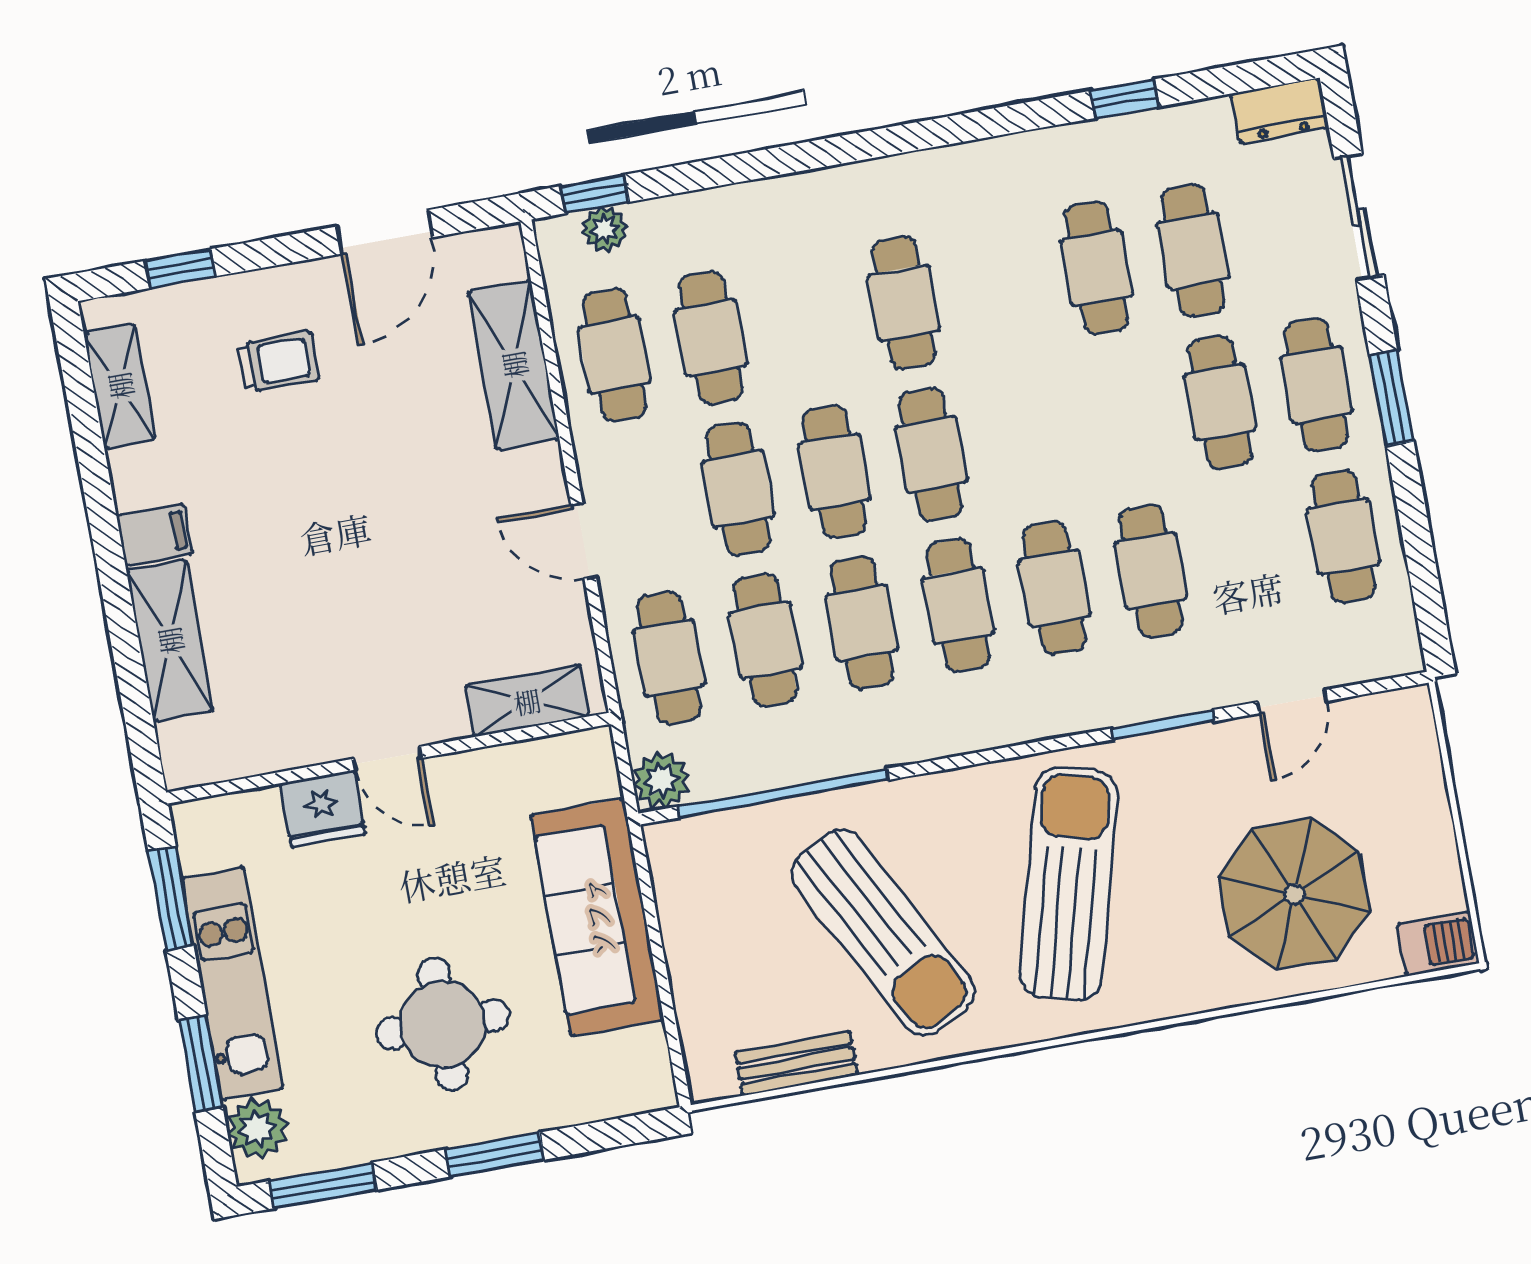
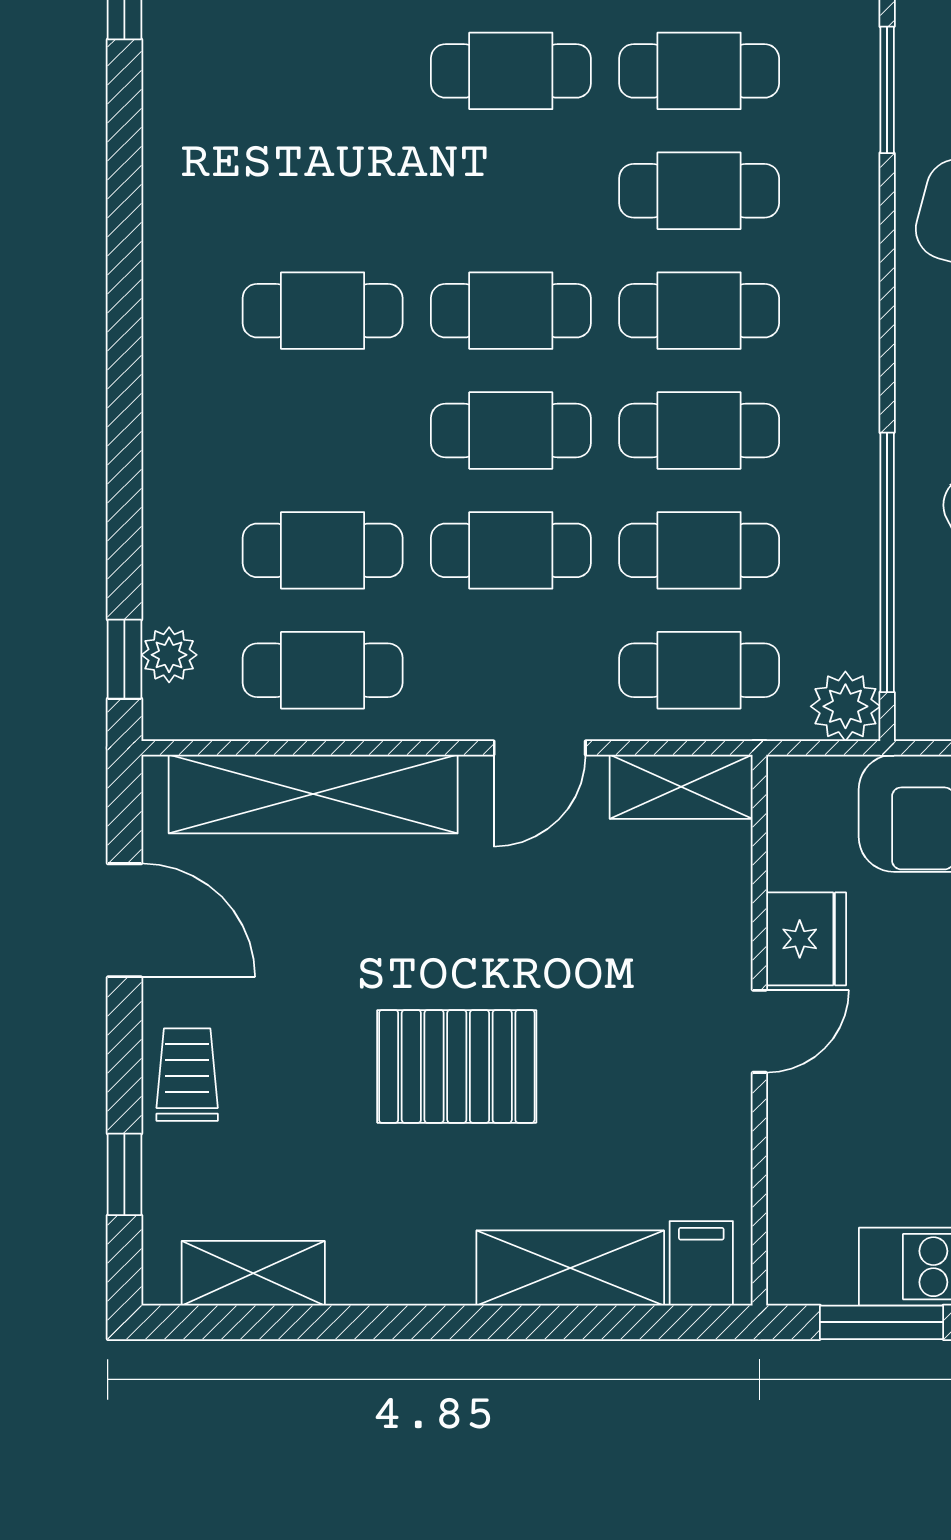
cafe table: (1096, 268) -> (511, 71), moved
trolley: (278, 362) -> (187, 1075), moved
shelving: (514, 365) -> (313, 794), width x1.47
pallet: (315, 520) -> (457, 1066), added
filing cabinet: (155, 535) -> (701, 1263), moved
shelving: (527, 701) -> (681, 787), moved, turned 90
fridge: (323, 809) -> (806, 939), moved

